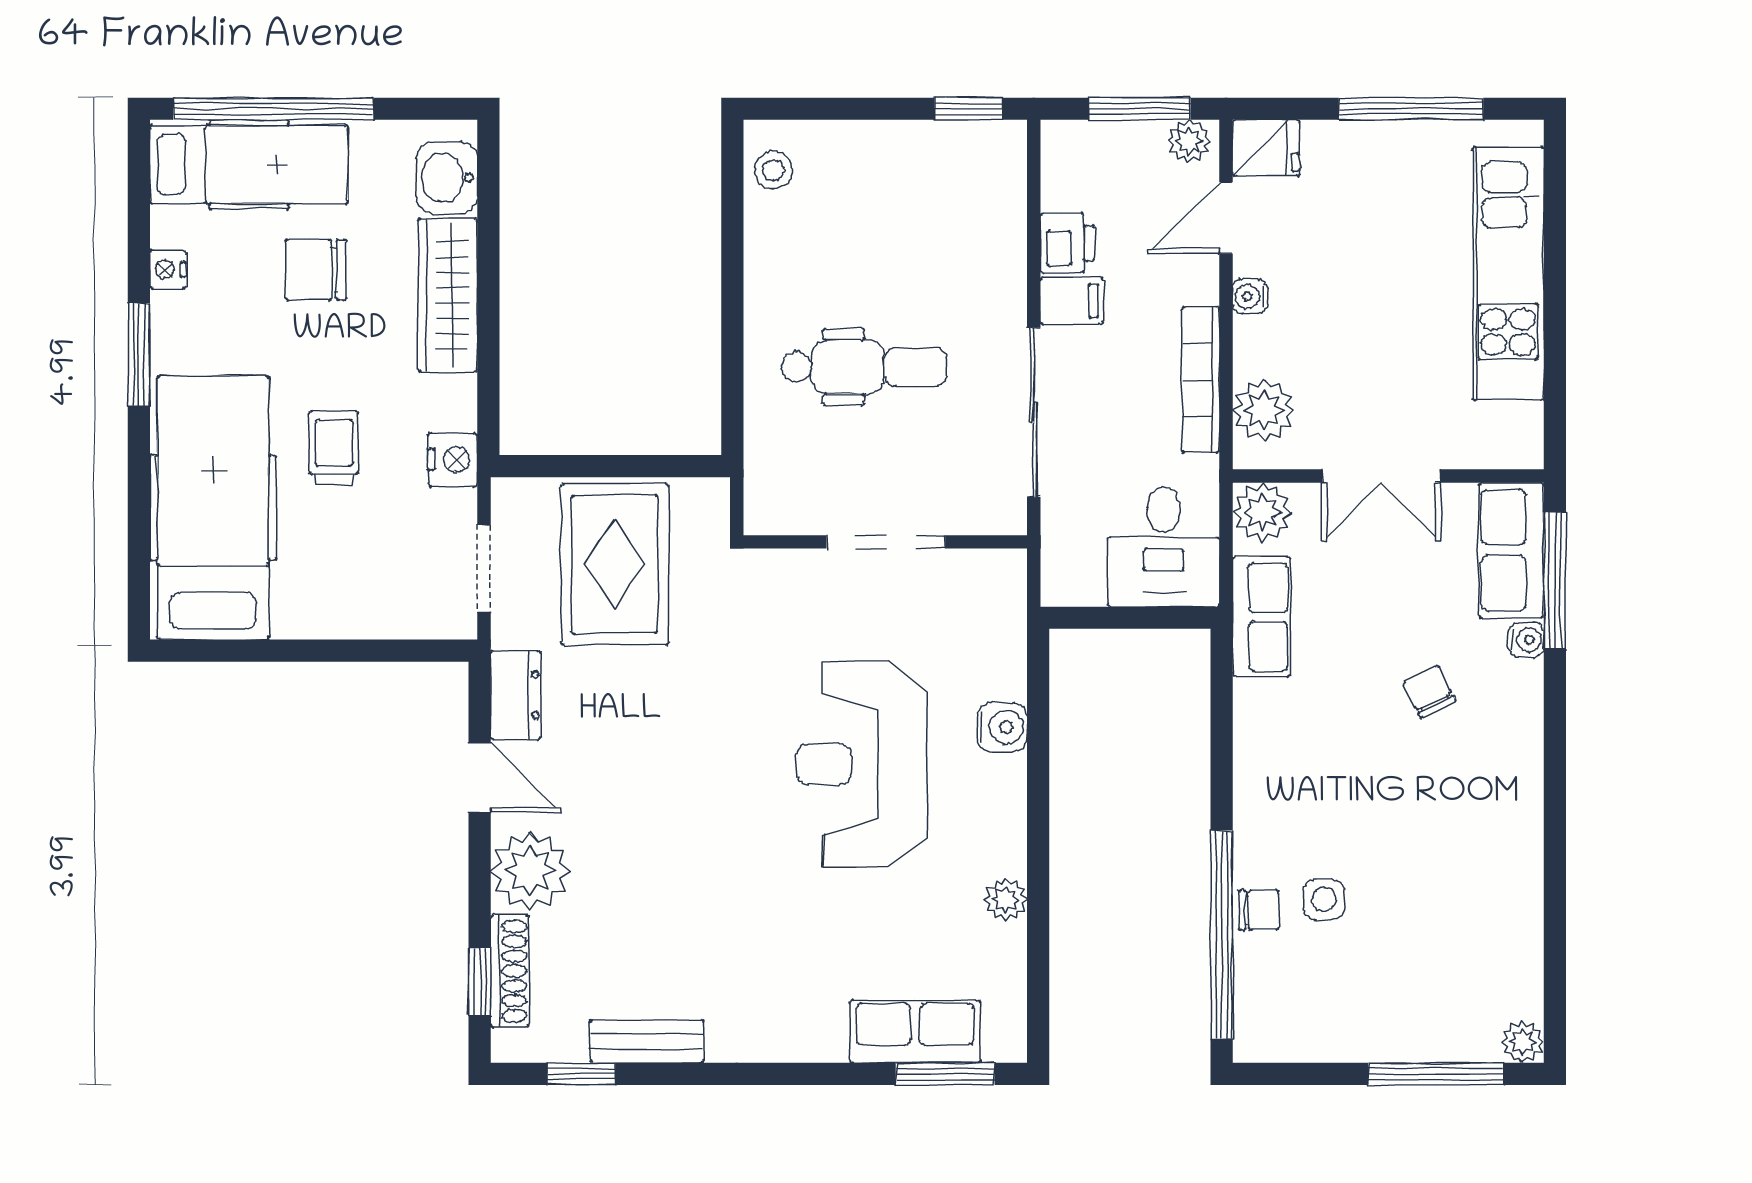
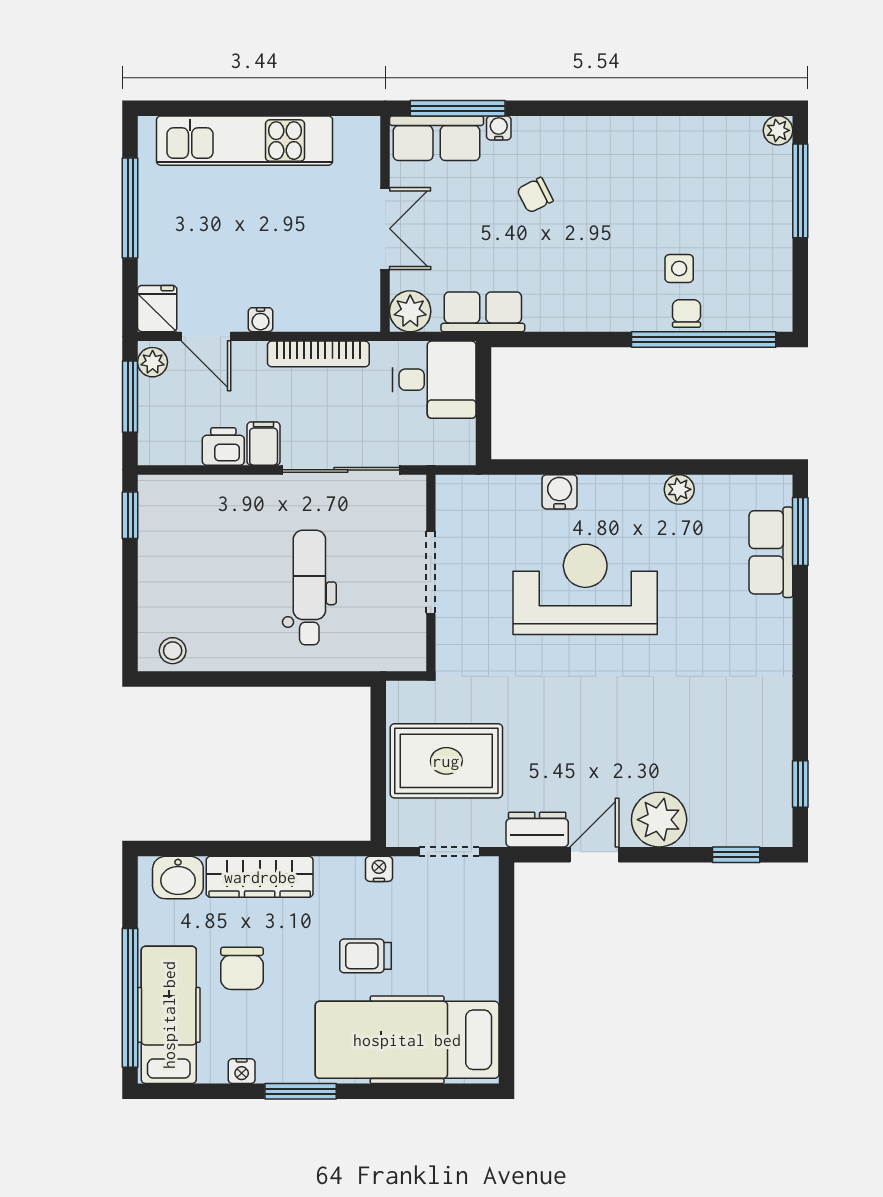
plant: (1264, 410) -> (339, 310), removed
nightstand: (453, 460) -> (379, 869), width x0.72, depth x0.74
reception desk: (862, 764) -> (585, 589), turned 180
shoe rack: (510, 971) -> (729, 834), removed
bench: (647, 1041) -> (778, 739), removed

